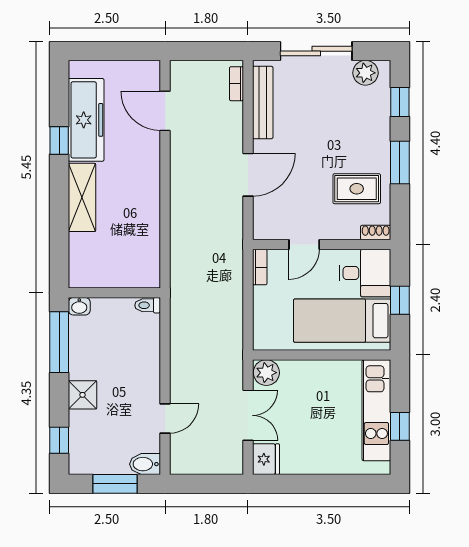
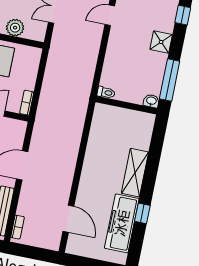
plant: (266, 373) -> (15, 28), moved

